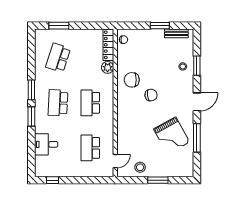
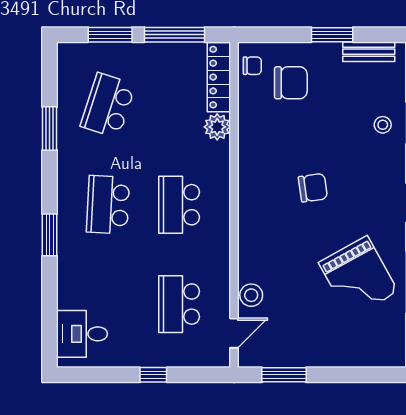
window: (88, 26) -> (174, 35), added
chair: (132, 80) -> (291, 83), moved, turned 180
window: (31, 90) -> (50, 129), moved
desk: (46, 144) -> (82, 334), moved
stool: (140, 167) -> (251, 295), moved
window: (52, 180) -> (153, 375), moved
window: (158, 180) -> (284, 375), moved

